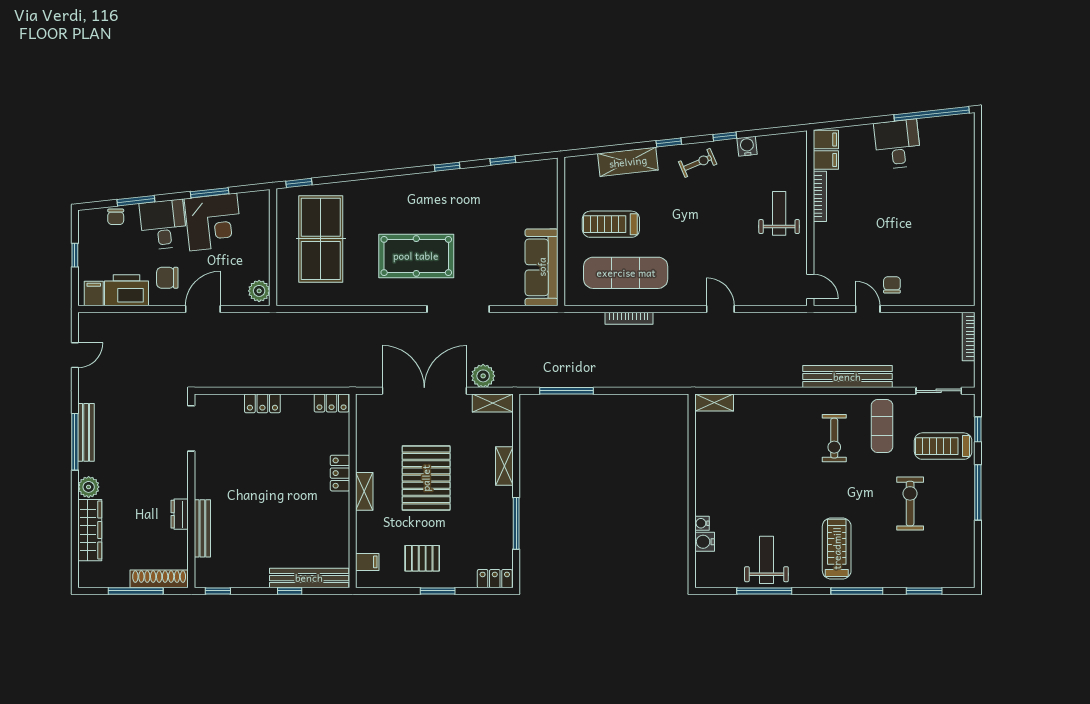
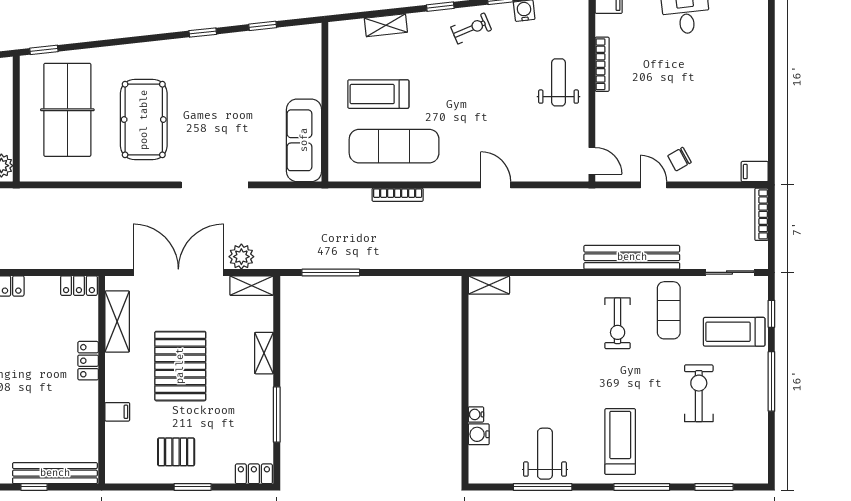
filing cabinet: (826, 160) -> (755, 172), moved, turned 180
shelving: (628, 162) -> (386, 25), width x0.67, depth x0.75
pool table: (416, 256) -> (144, 120), moved, turned 90
chair: (892, 285) -> (679, 159), turned -119
shelving: (364, 491) -> (117, 322), moved, width x1.50, depth x1.33
filing cabinet: (367, 562) -> (117, 412), moved

